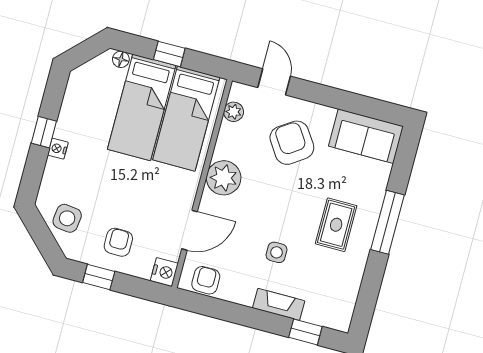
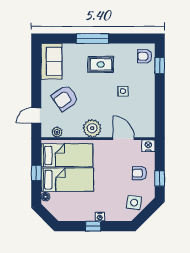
armchair: (206, 280) -> (145, 56), moved
fireplace: (279, 304) -> (149, 83), removed

